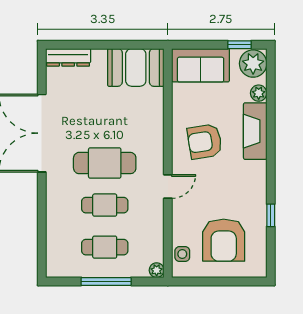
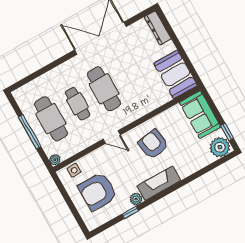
plant: (259, 93) -> (136, 199), moved
fireplace: (255, 131) -> (159, 183), moved
cafe table: (105, 247) -> (51, 119), width x1.37, depth x1.35

